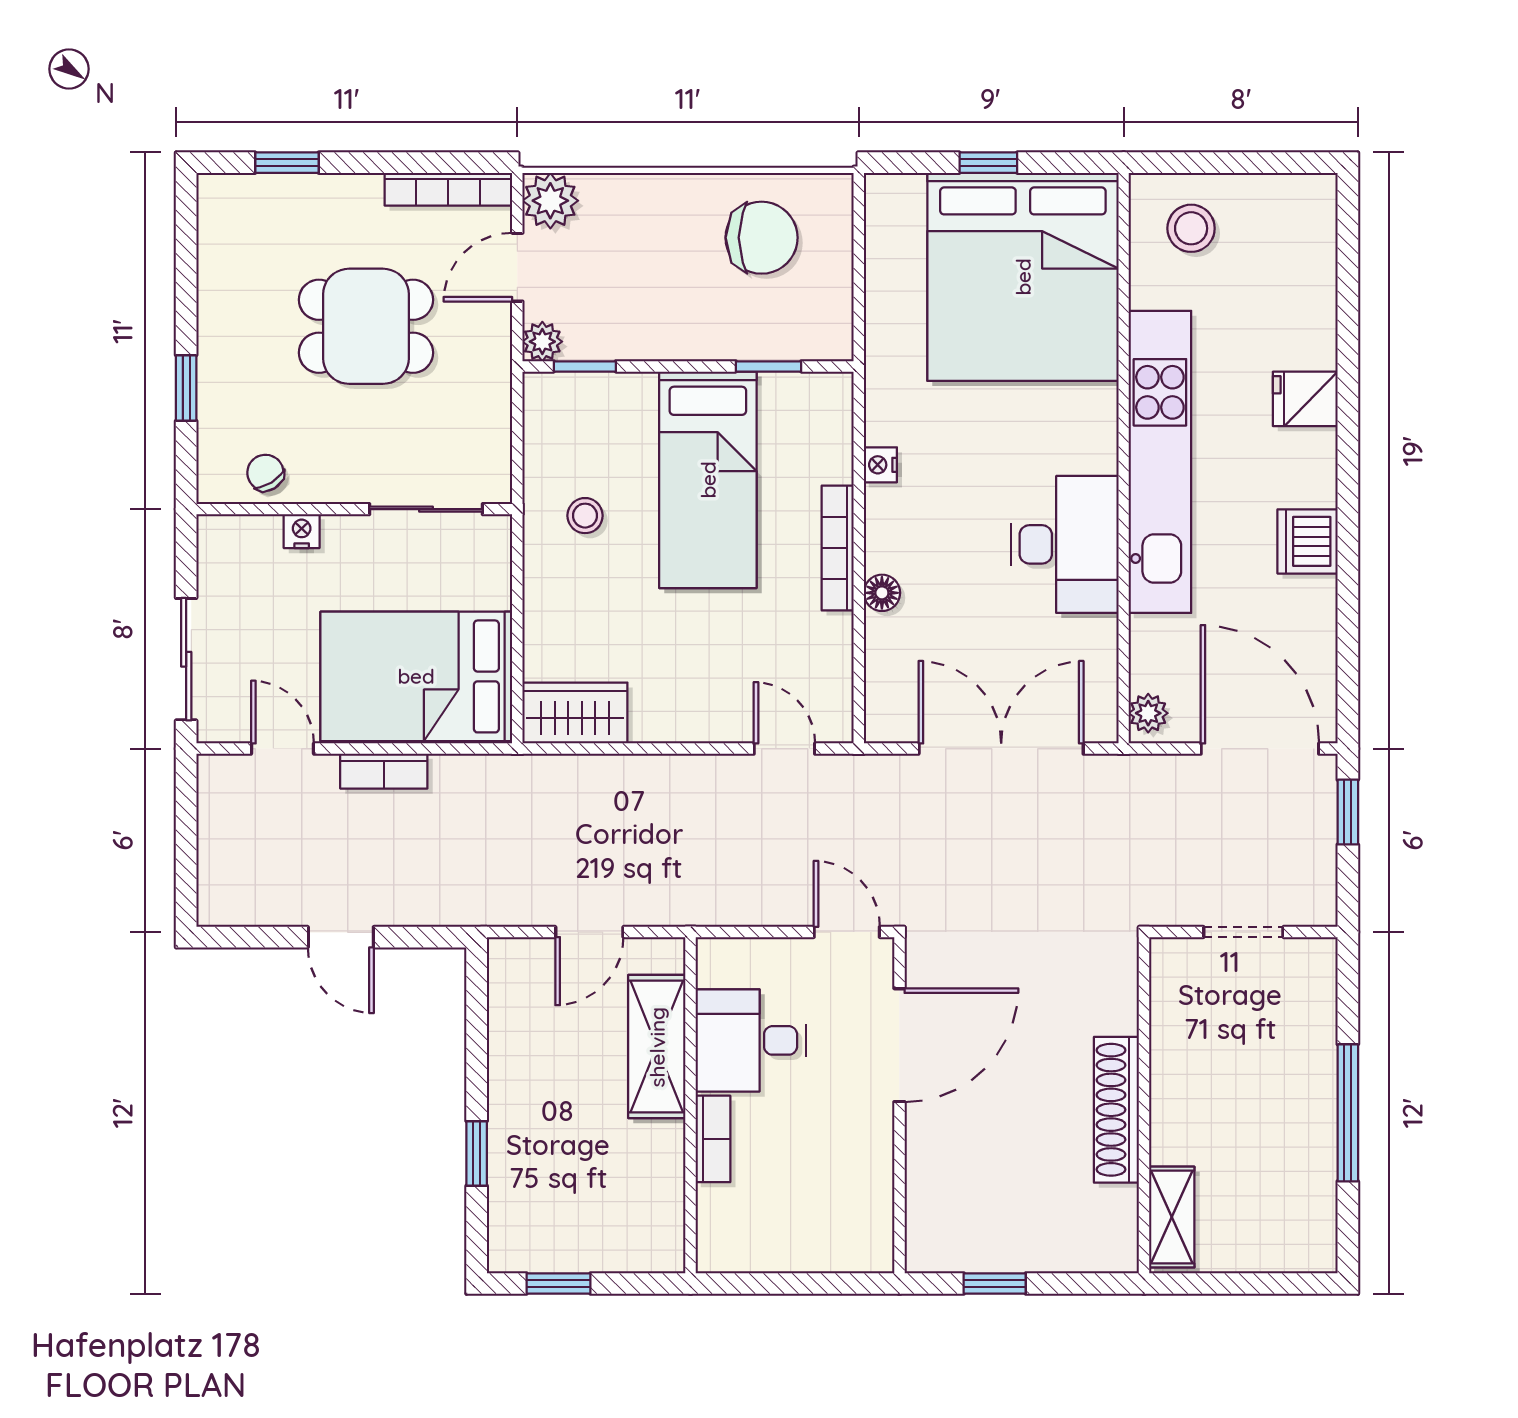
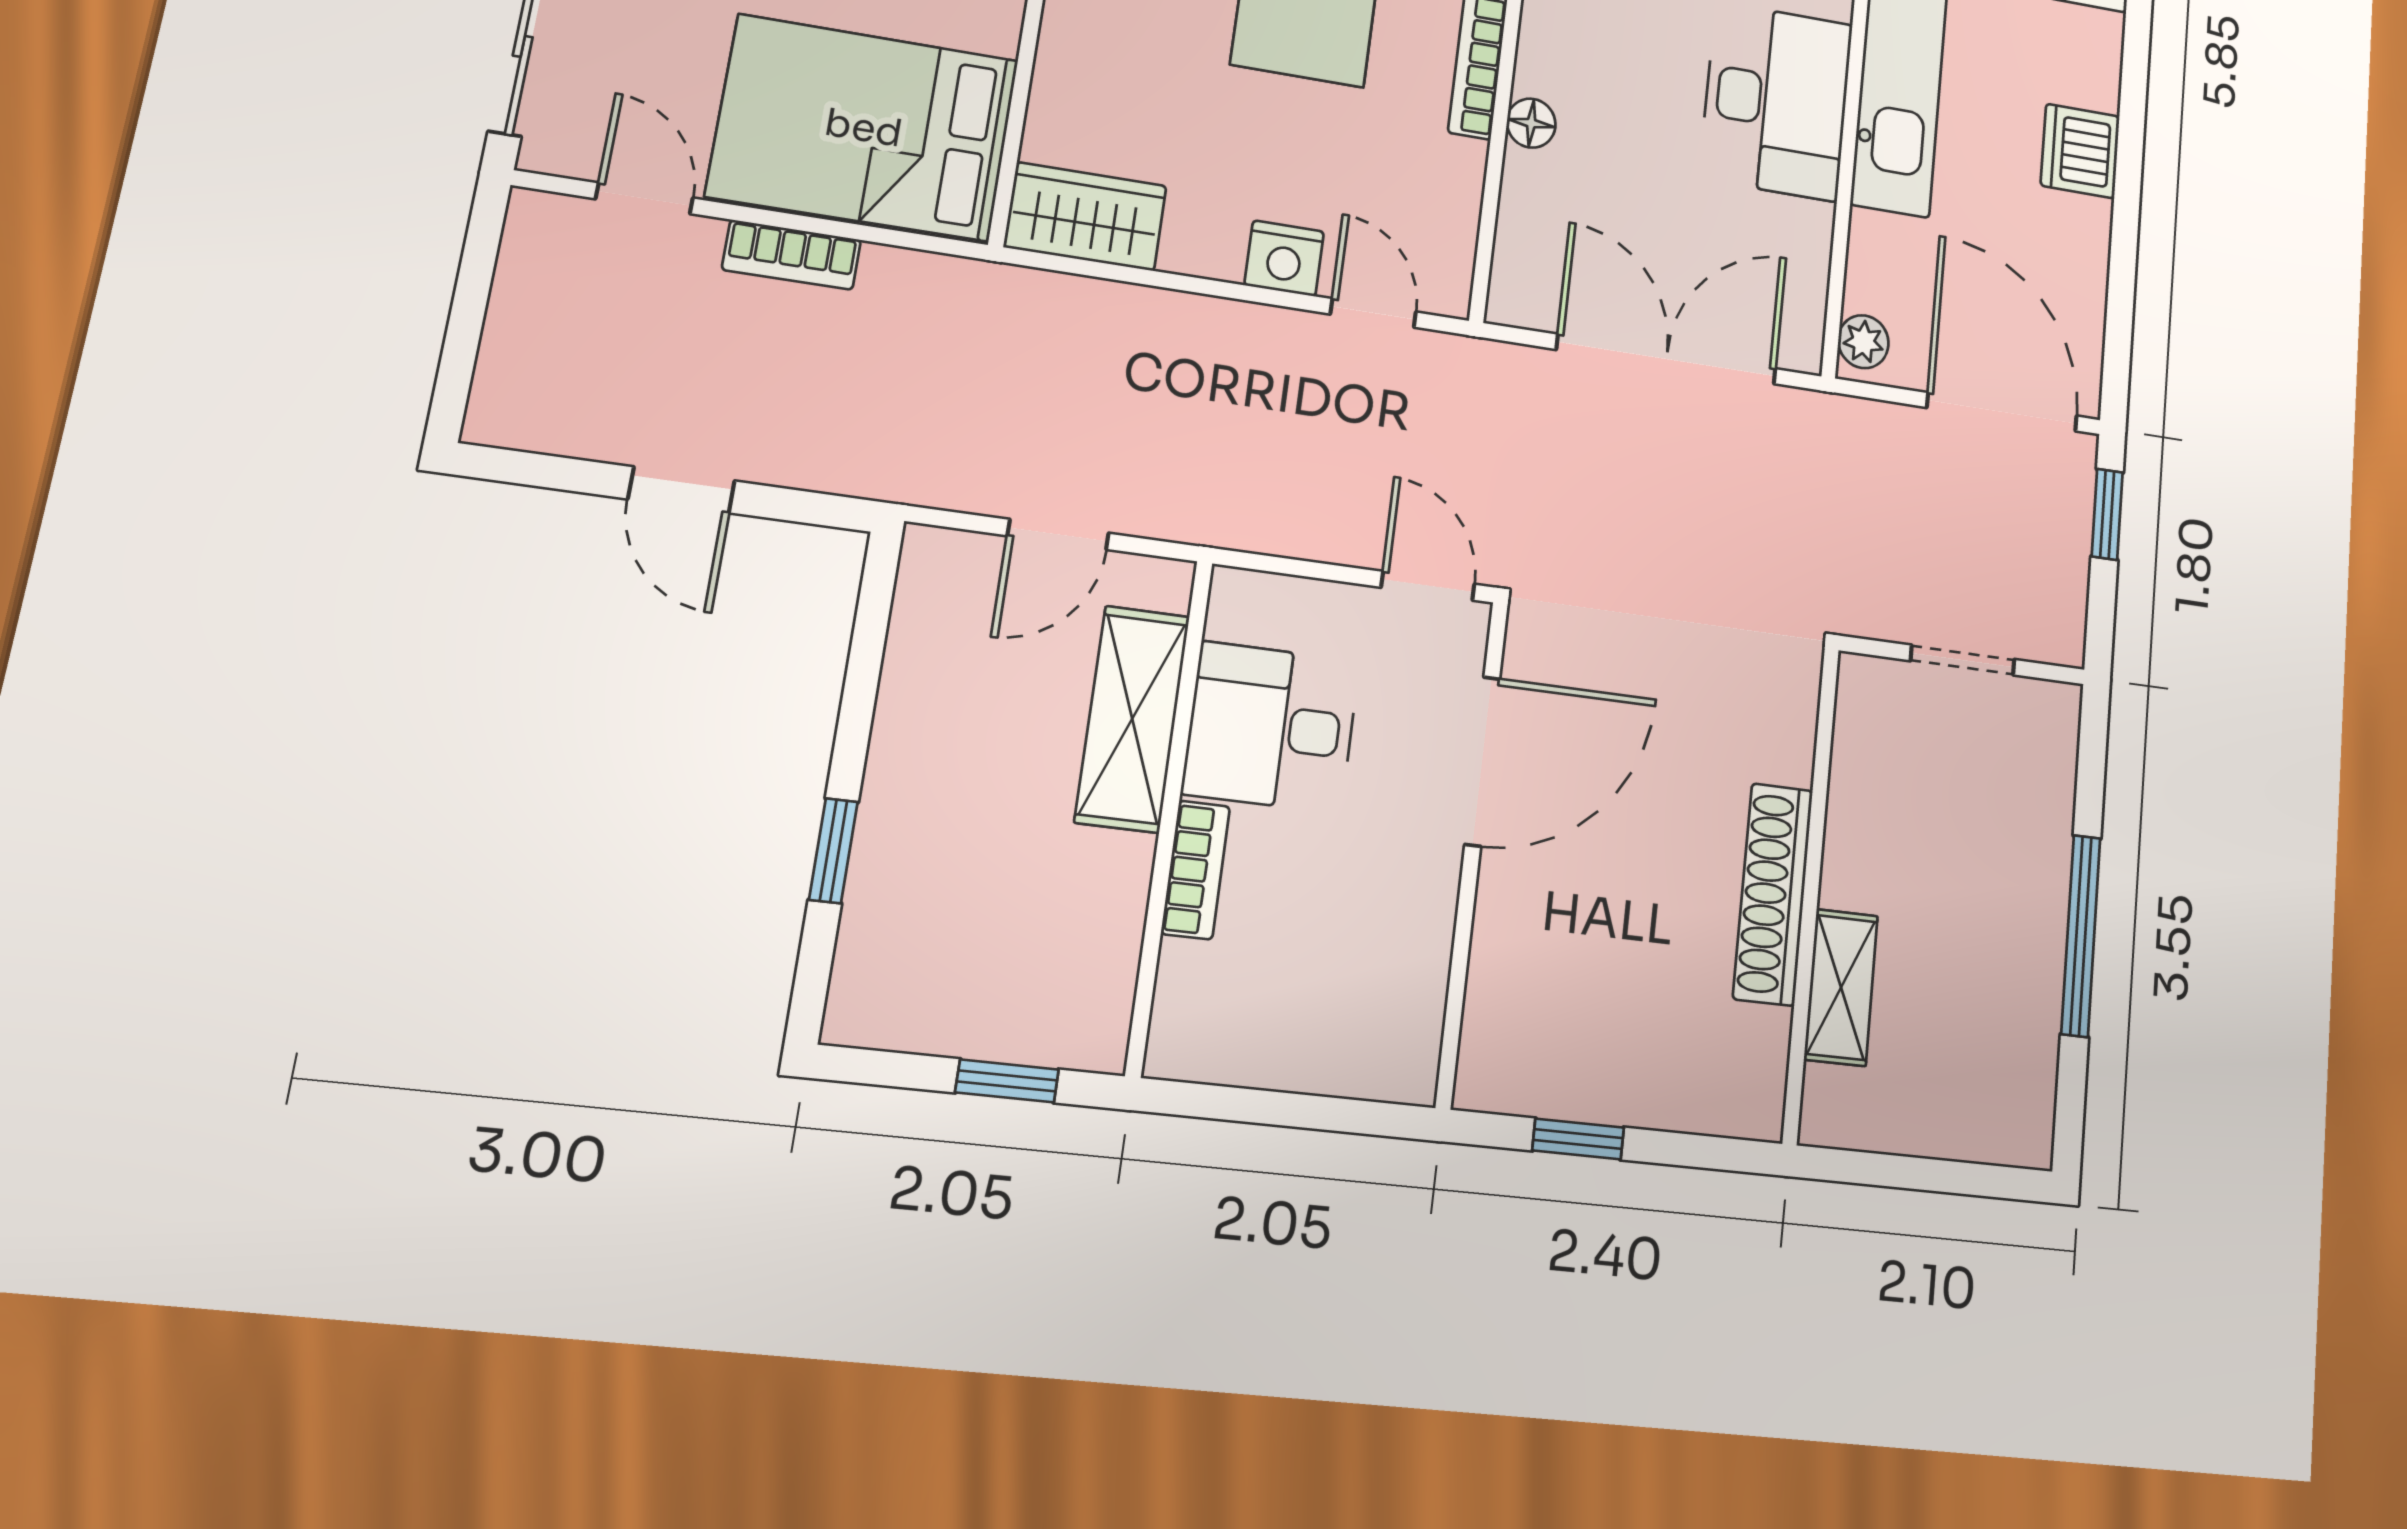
nightstand: (717, 720) -> (1284, 258), added
shelving: (1172, 1217) -> (1841, 987), moved
window: (558, 1284) -> (1007, 1081), moved

